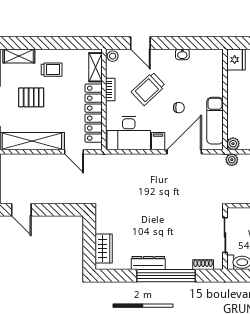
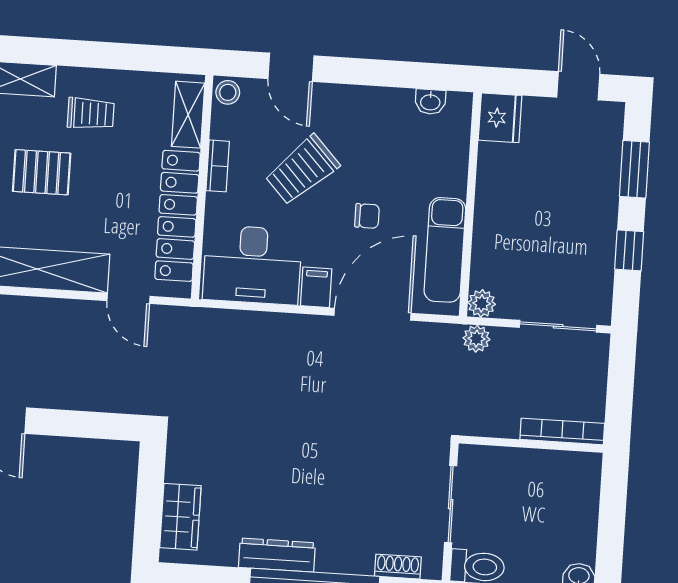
washbasin: (182, 54) -> (430, 102), moved

